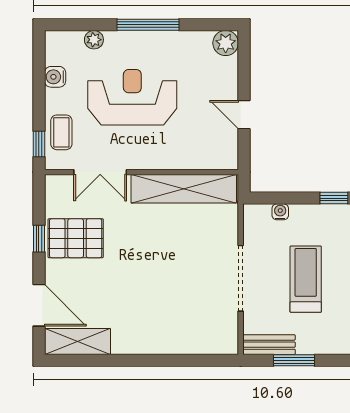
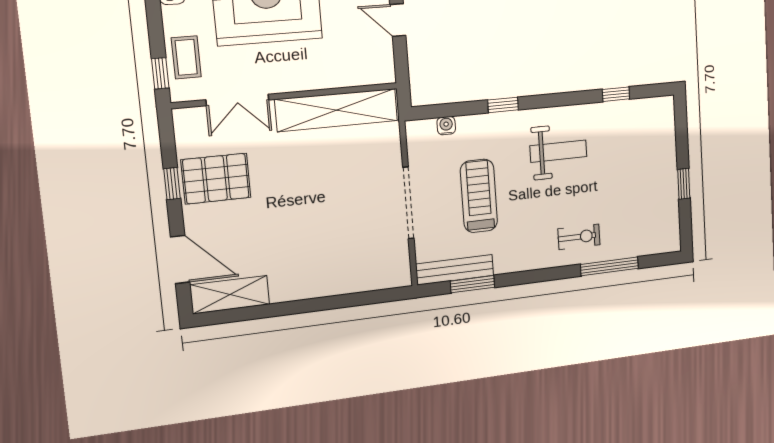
bench: (269, 345) -> (455, 270), width x1.36

